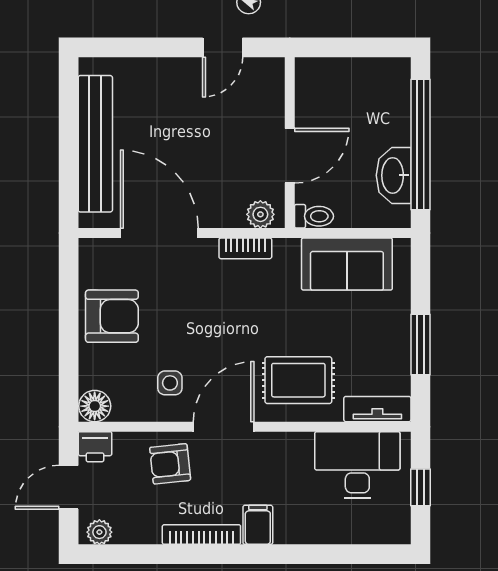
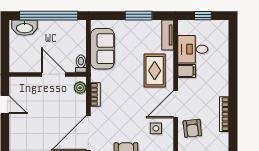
washbasin: (394, 175) -> (25, 28), moved
door: (224, 427) -> (176, 104), hinge flipped
desk: (357, 465) -> (193, 49), width x0.73
filing cabinet: (258, 525) -> (187, 71), moved, turned 180

